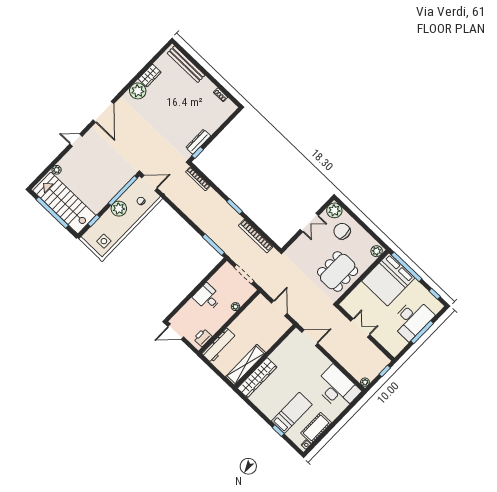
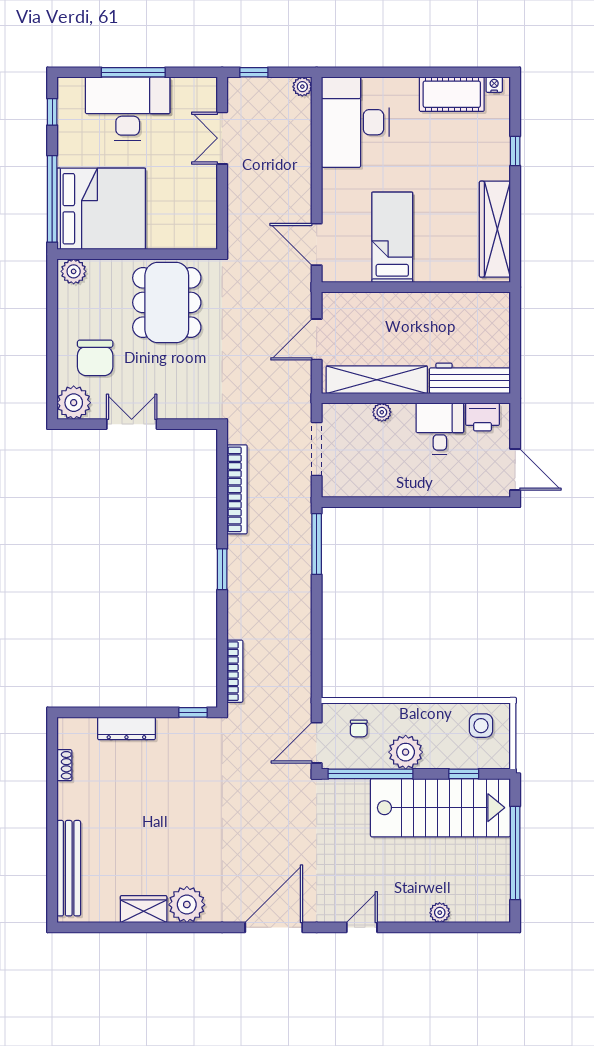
door: (76, 140) -> (362, 927), swing flipped
dresser: (198, 142) -> (126, 728), moved
door: (149, 183) -> (317, 743), hinge flipped
stairs: (64, 203) -> (440, 808), moved, turned -90
dining table: (338, 272) -> (167, 302), turned 90
desk: (207, 297) -> (440, 429), moved, turned 180
double door: (360, 328) -> (222, 138), moved
shelving: (246, 365) -> (377, 380), moved
wardrobe: (257, 378) -> (495, 229), moved, turned -90
bed: (292, 413) -> (392, 237), moved, turned 90

